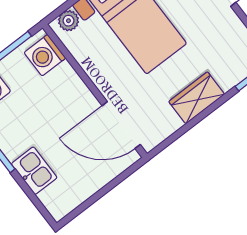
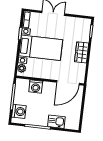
washing machine: (45, 55) -> (36, 86), moved

